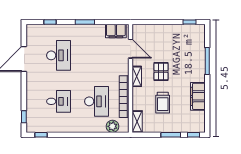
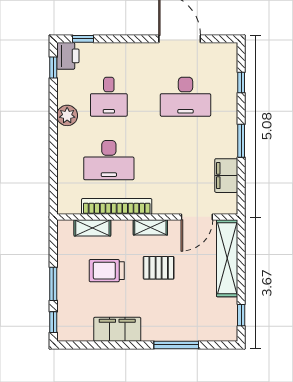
filing cabinet: (116, 31) -> (226, 176), moved
shelving: (155, 31) -> (227, 258), added
shelving: (137, 122) -> (92, 228), moved
printer: (34, 126) -> (68, 56), added
plant: (112, 126) -> (67, 115), moved

